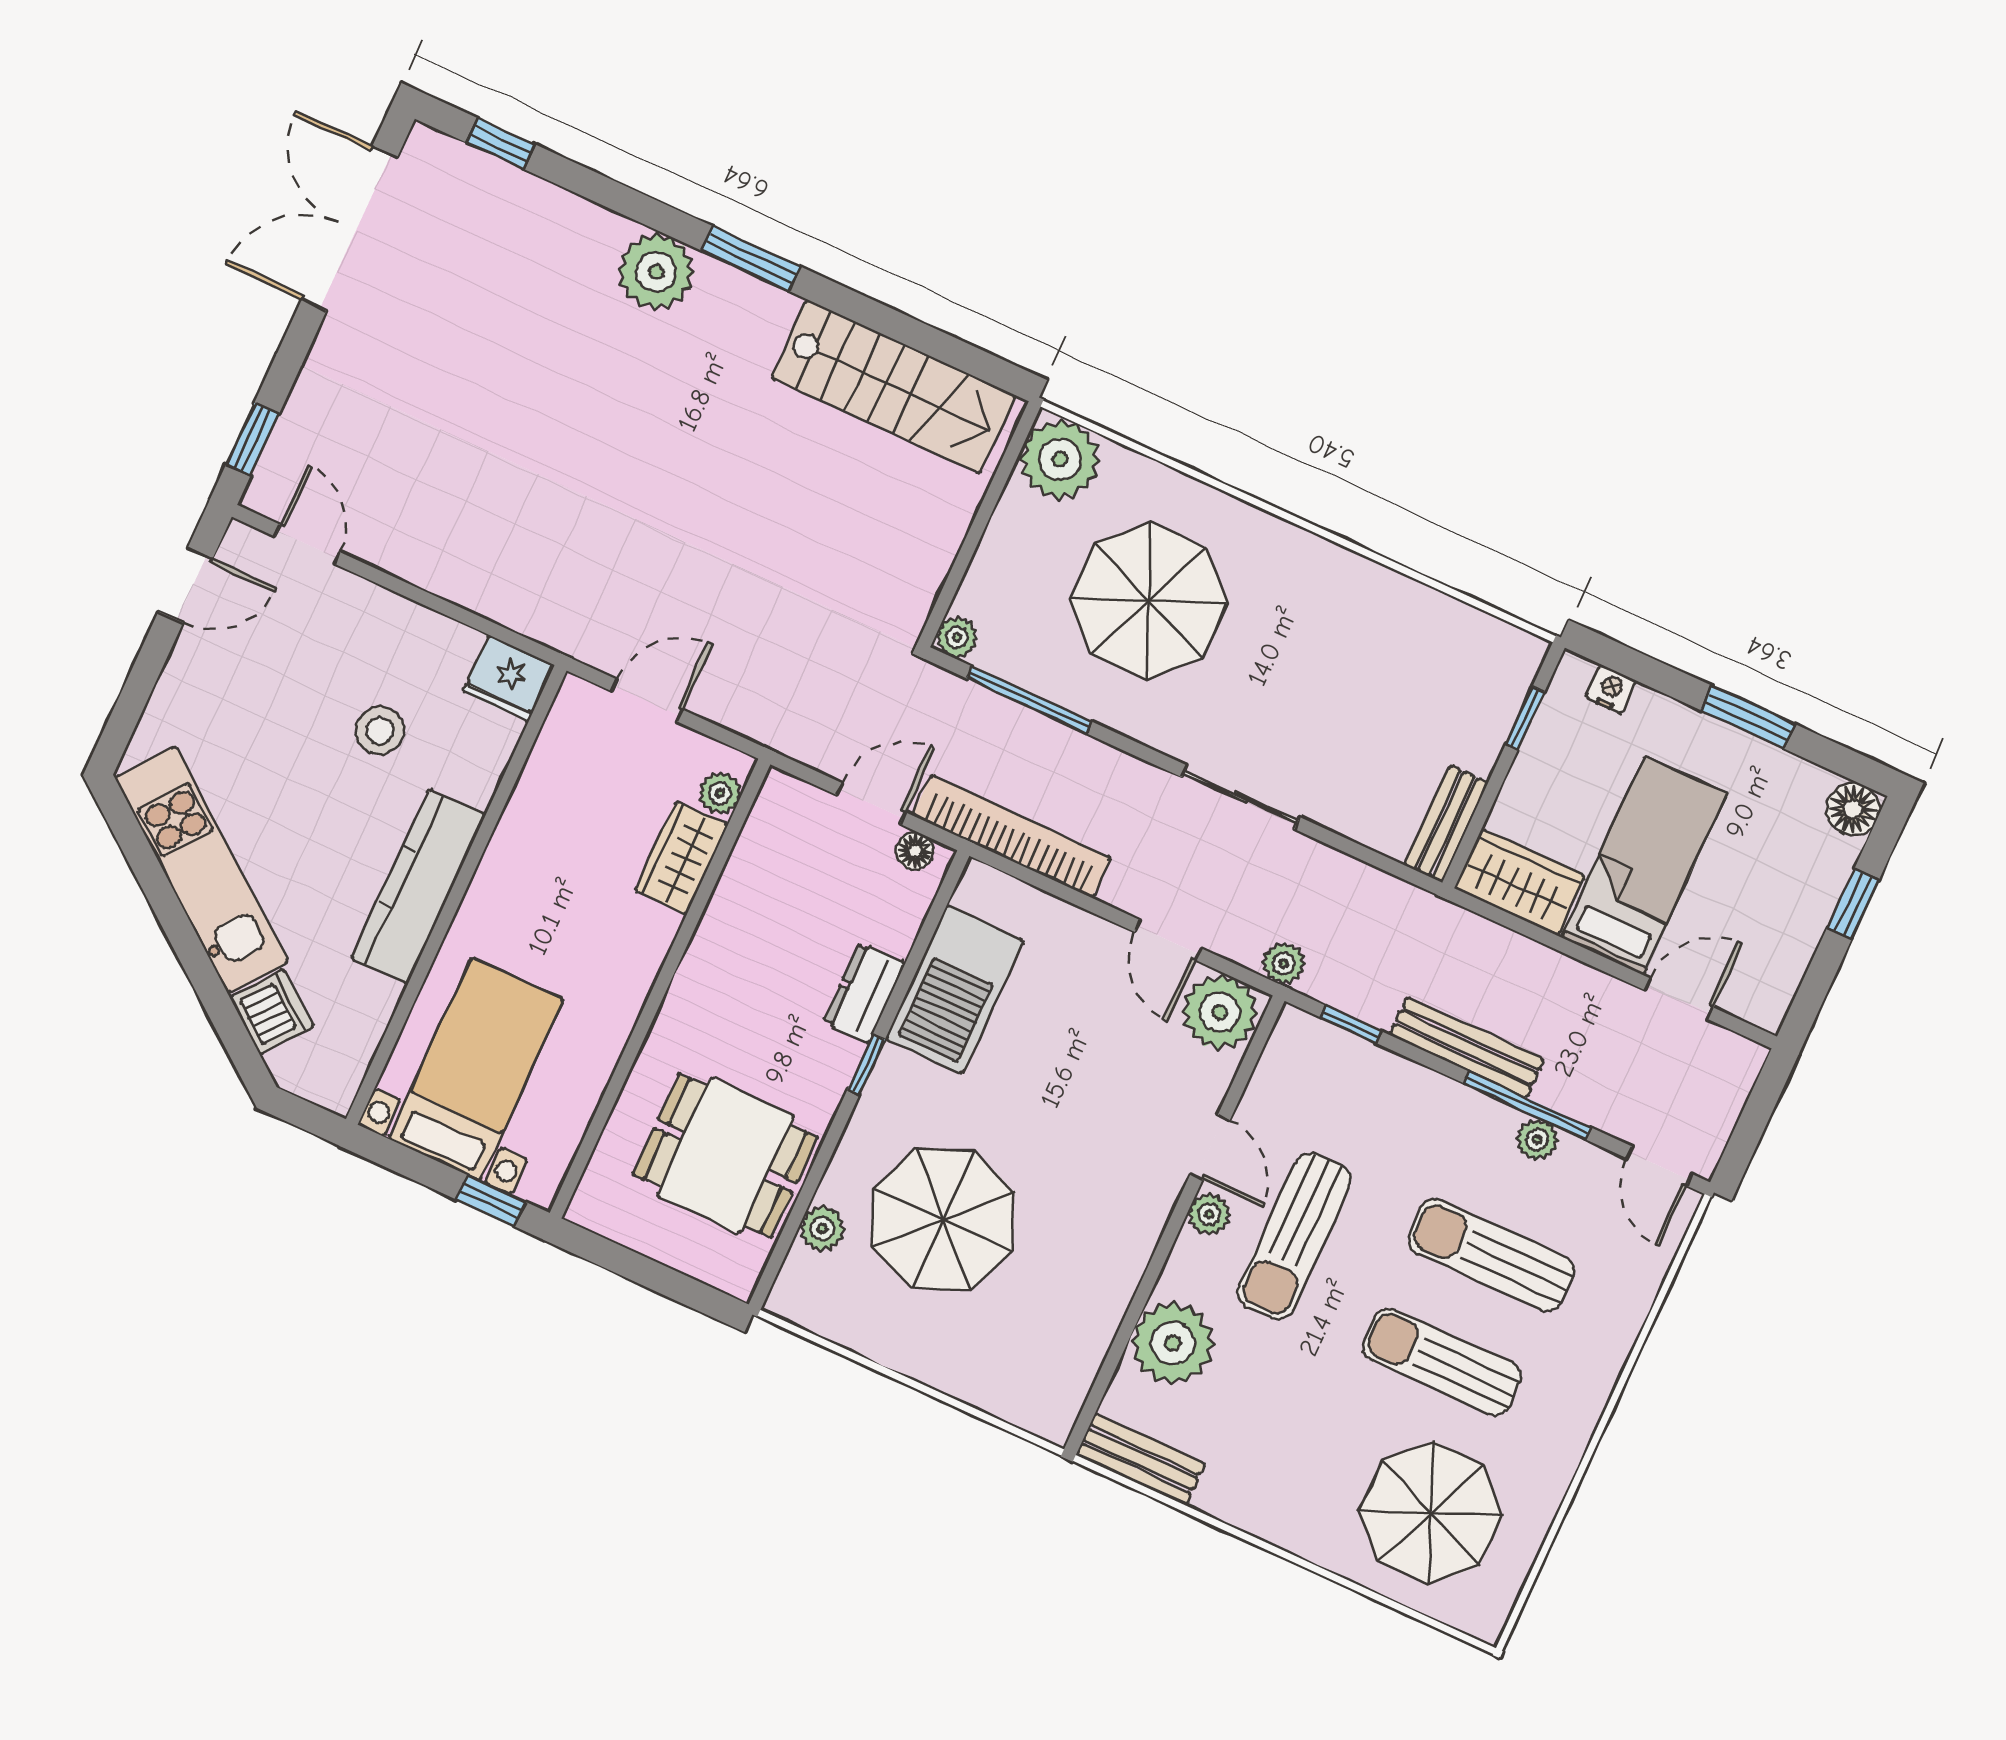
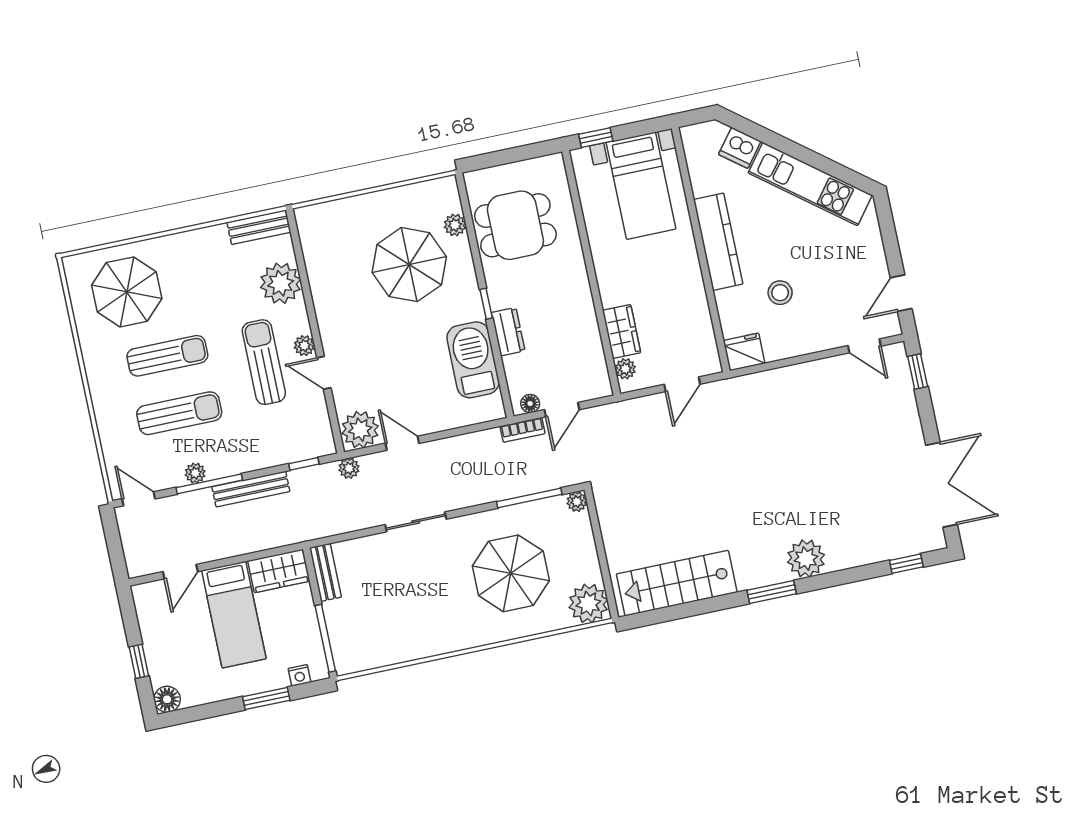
window: (1748, 717) -> (266, 699), moved
window: (1525, 718) -> (325, 638), width x2.17
bookcase: (1012, 836) -> (522, 430), width x0.43, depth x0.76

